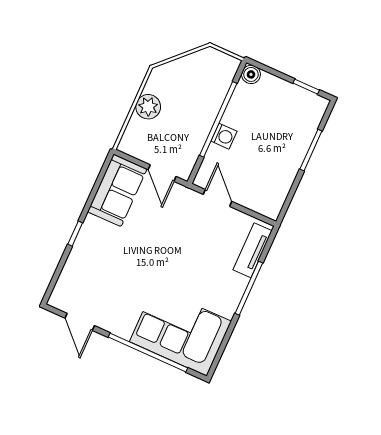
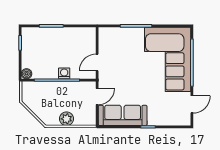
sofa: (117, 190) -> (123, 115), width x1.36
tv unit: (253, 250) -> (116, 33), removed
corner sofa: (180, 331) -> (168, 59), width x1.36, depth x1.36

